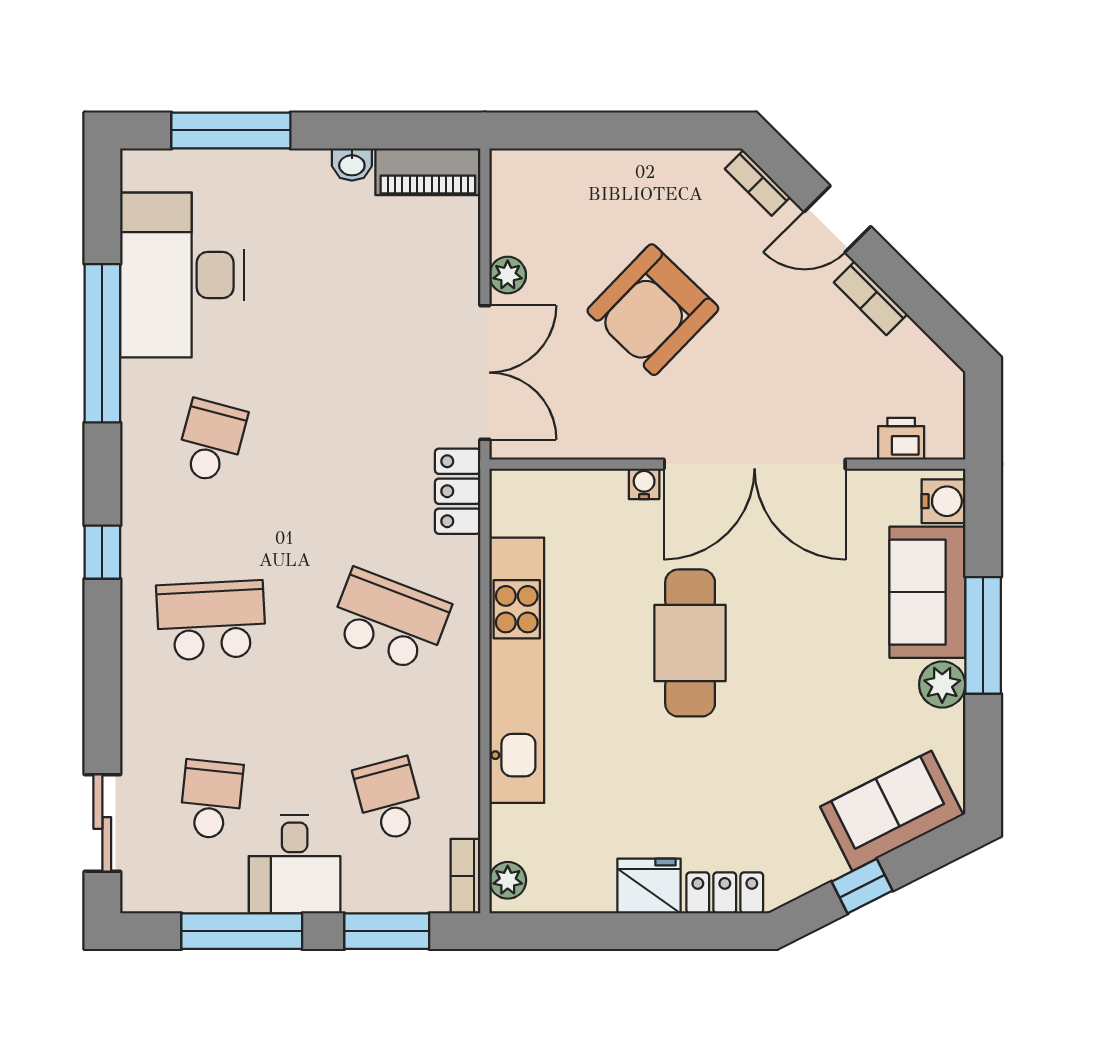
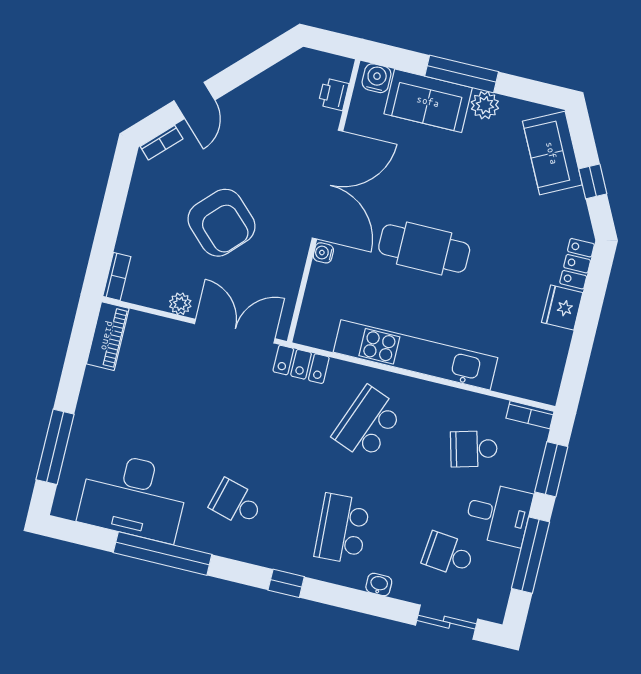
washbasin: (352, 164) -> (379, 585), moved, turned -90
bookcase: (871, 298) -> (117, 276), moved, turned -45
plant: (508, 880) -> (539, 390), removed

